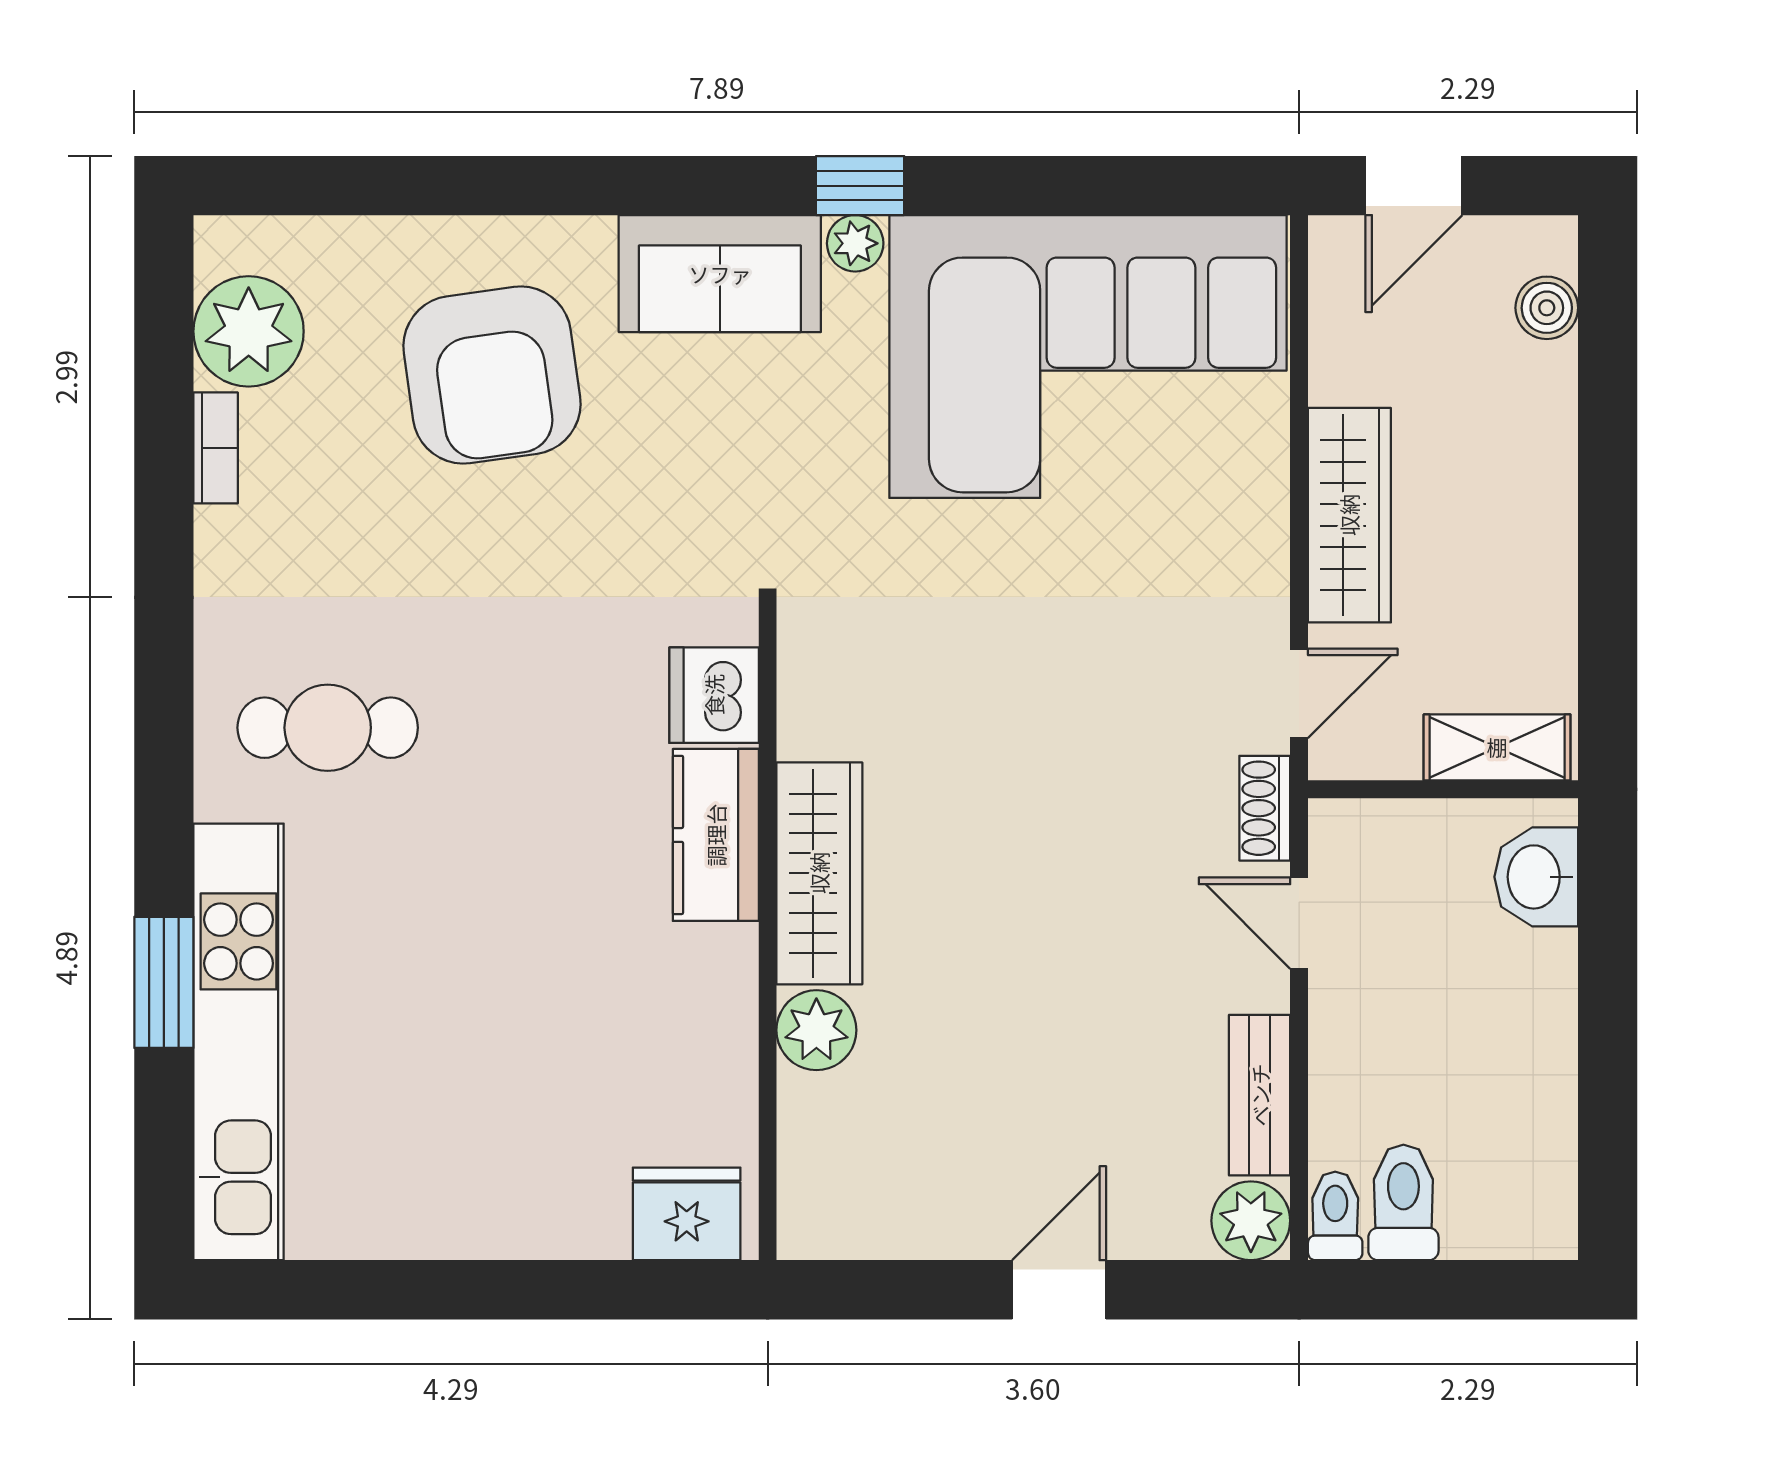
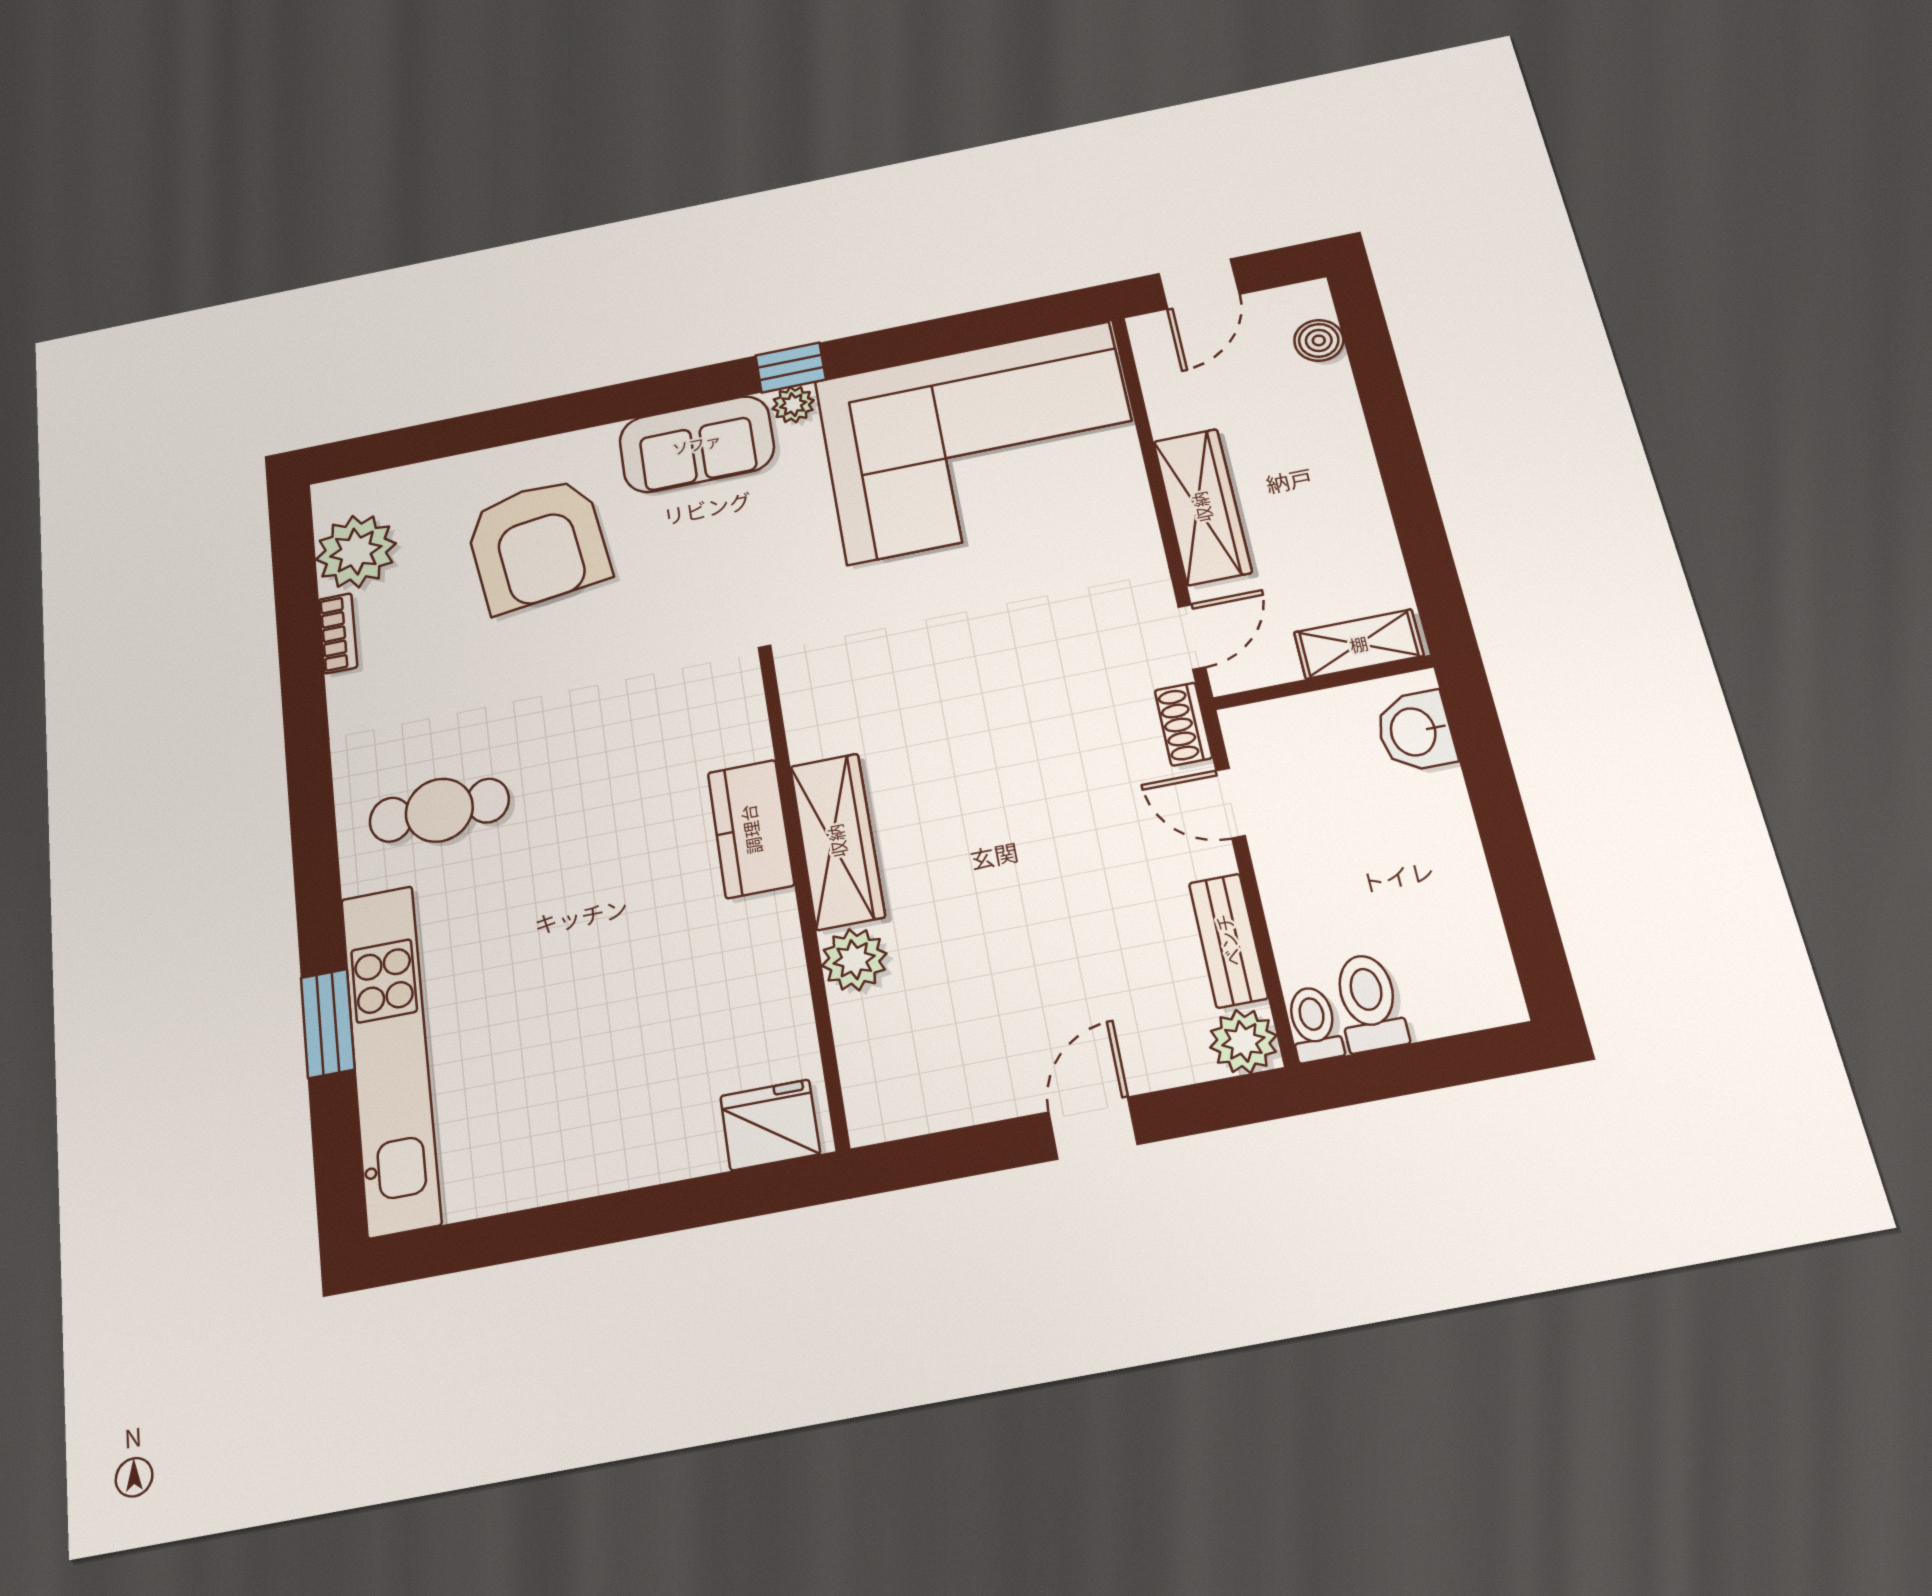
dishwasher: (714, 695) -> (734, 728), removed

